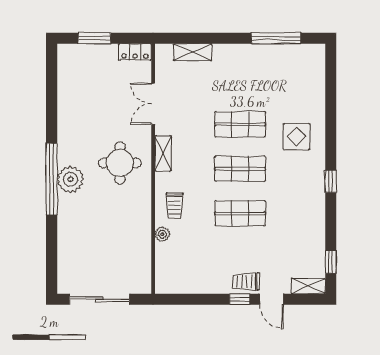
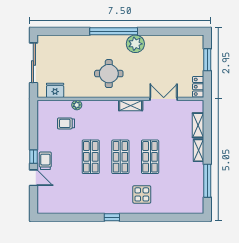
round table: (120, 163) -> (109, 74), moved
plant: (70, 179) -> (135, 44), moved
trolley: (174, 206) -> (66, 123), moved
window: (331, 262) -> (58, 217), removed
fridge: (140, 267) -> (55, 90), added
shelving: (308, 286) -> (199, 150), moved
door: (272, 299) -> (33, 178), swing flipped

